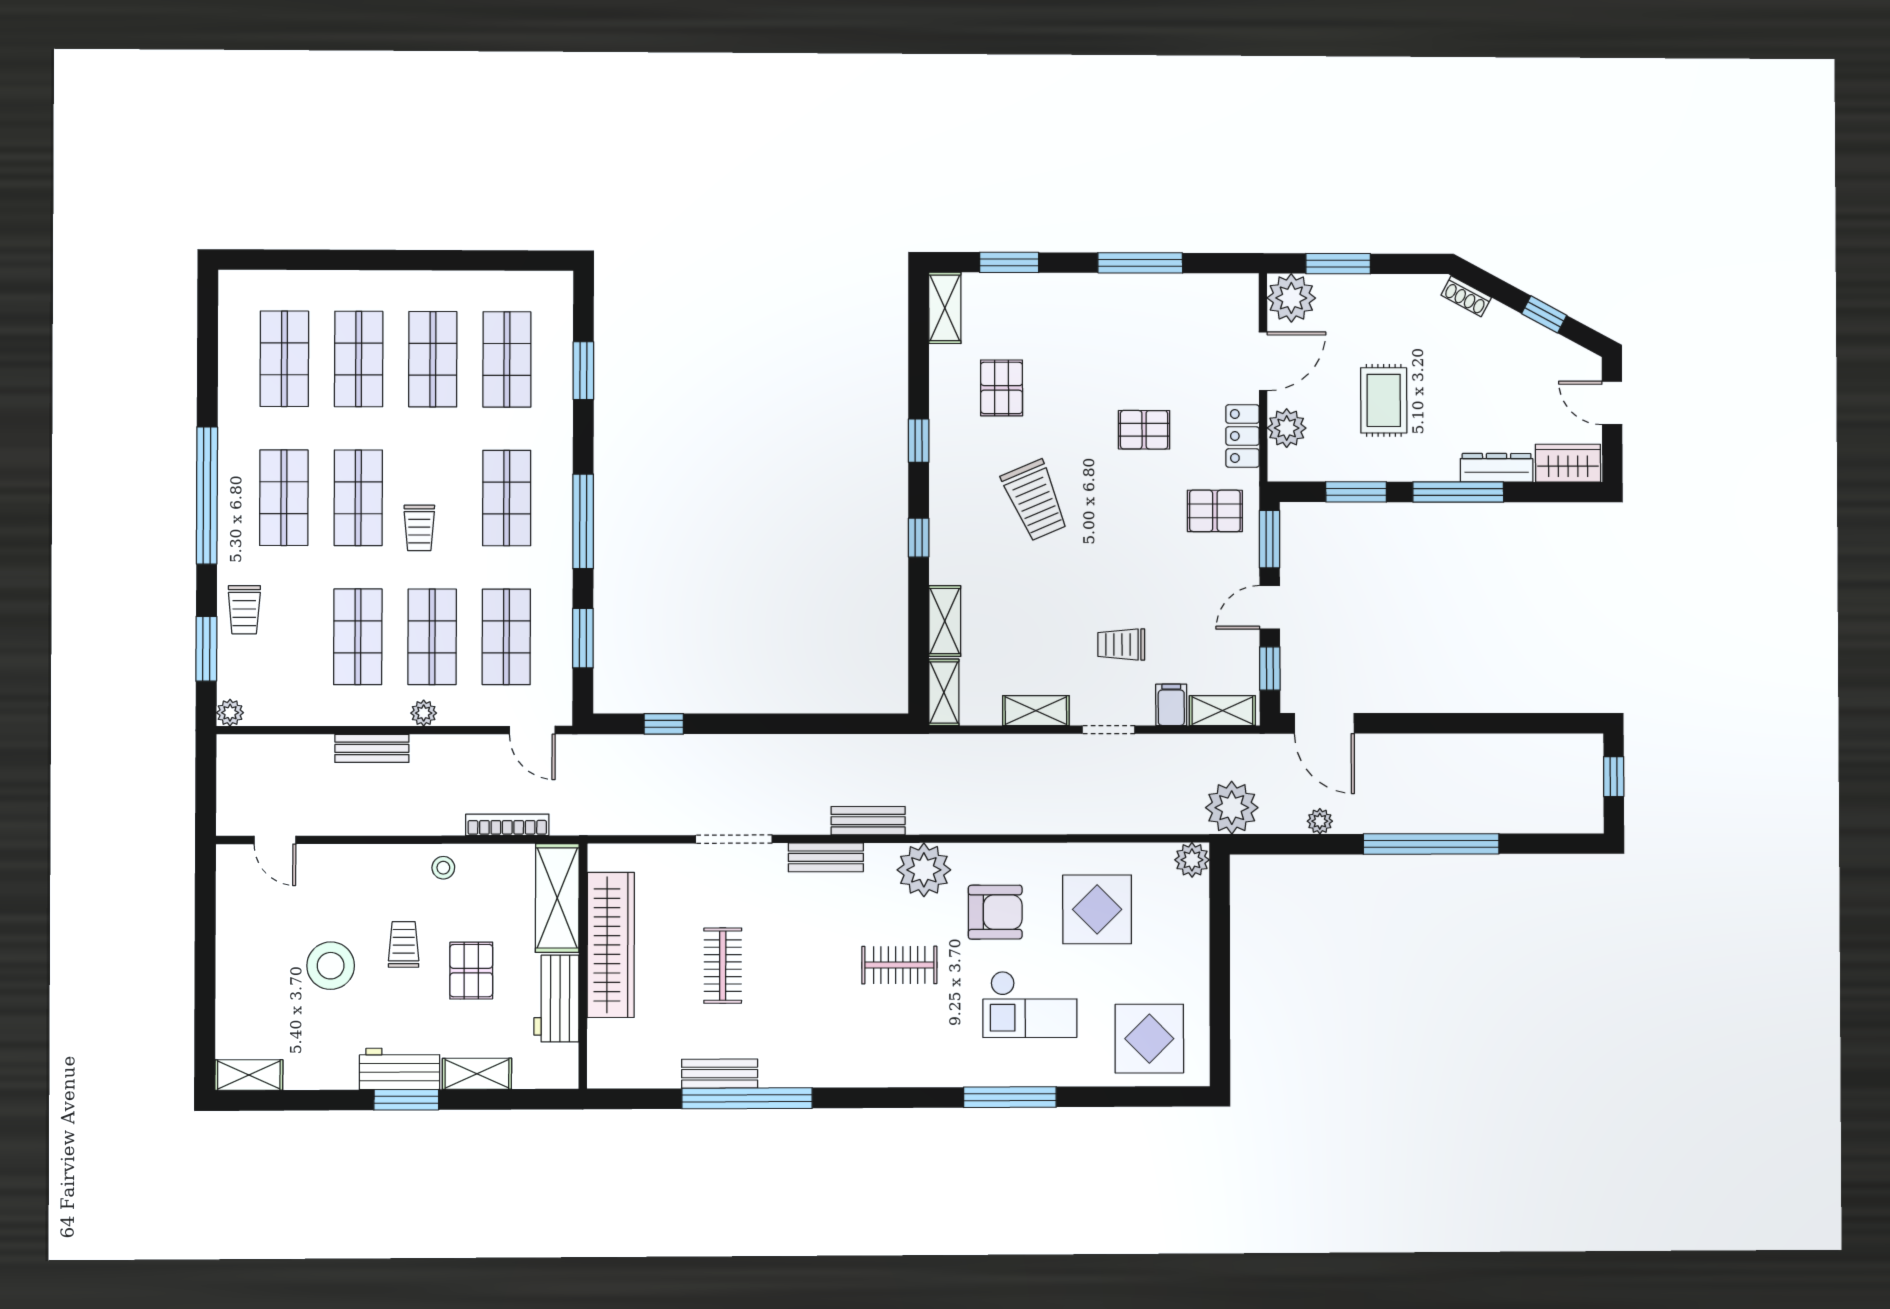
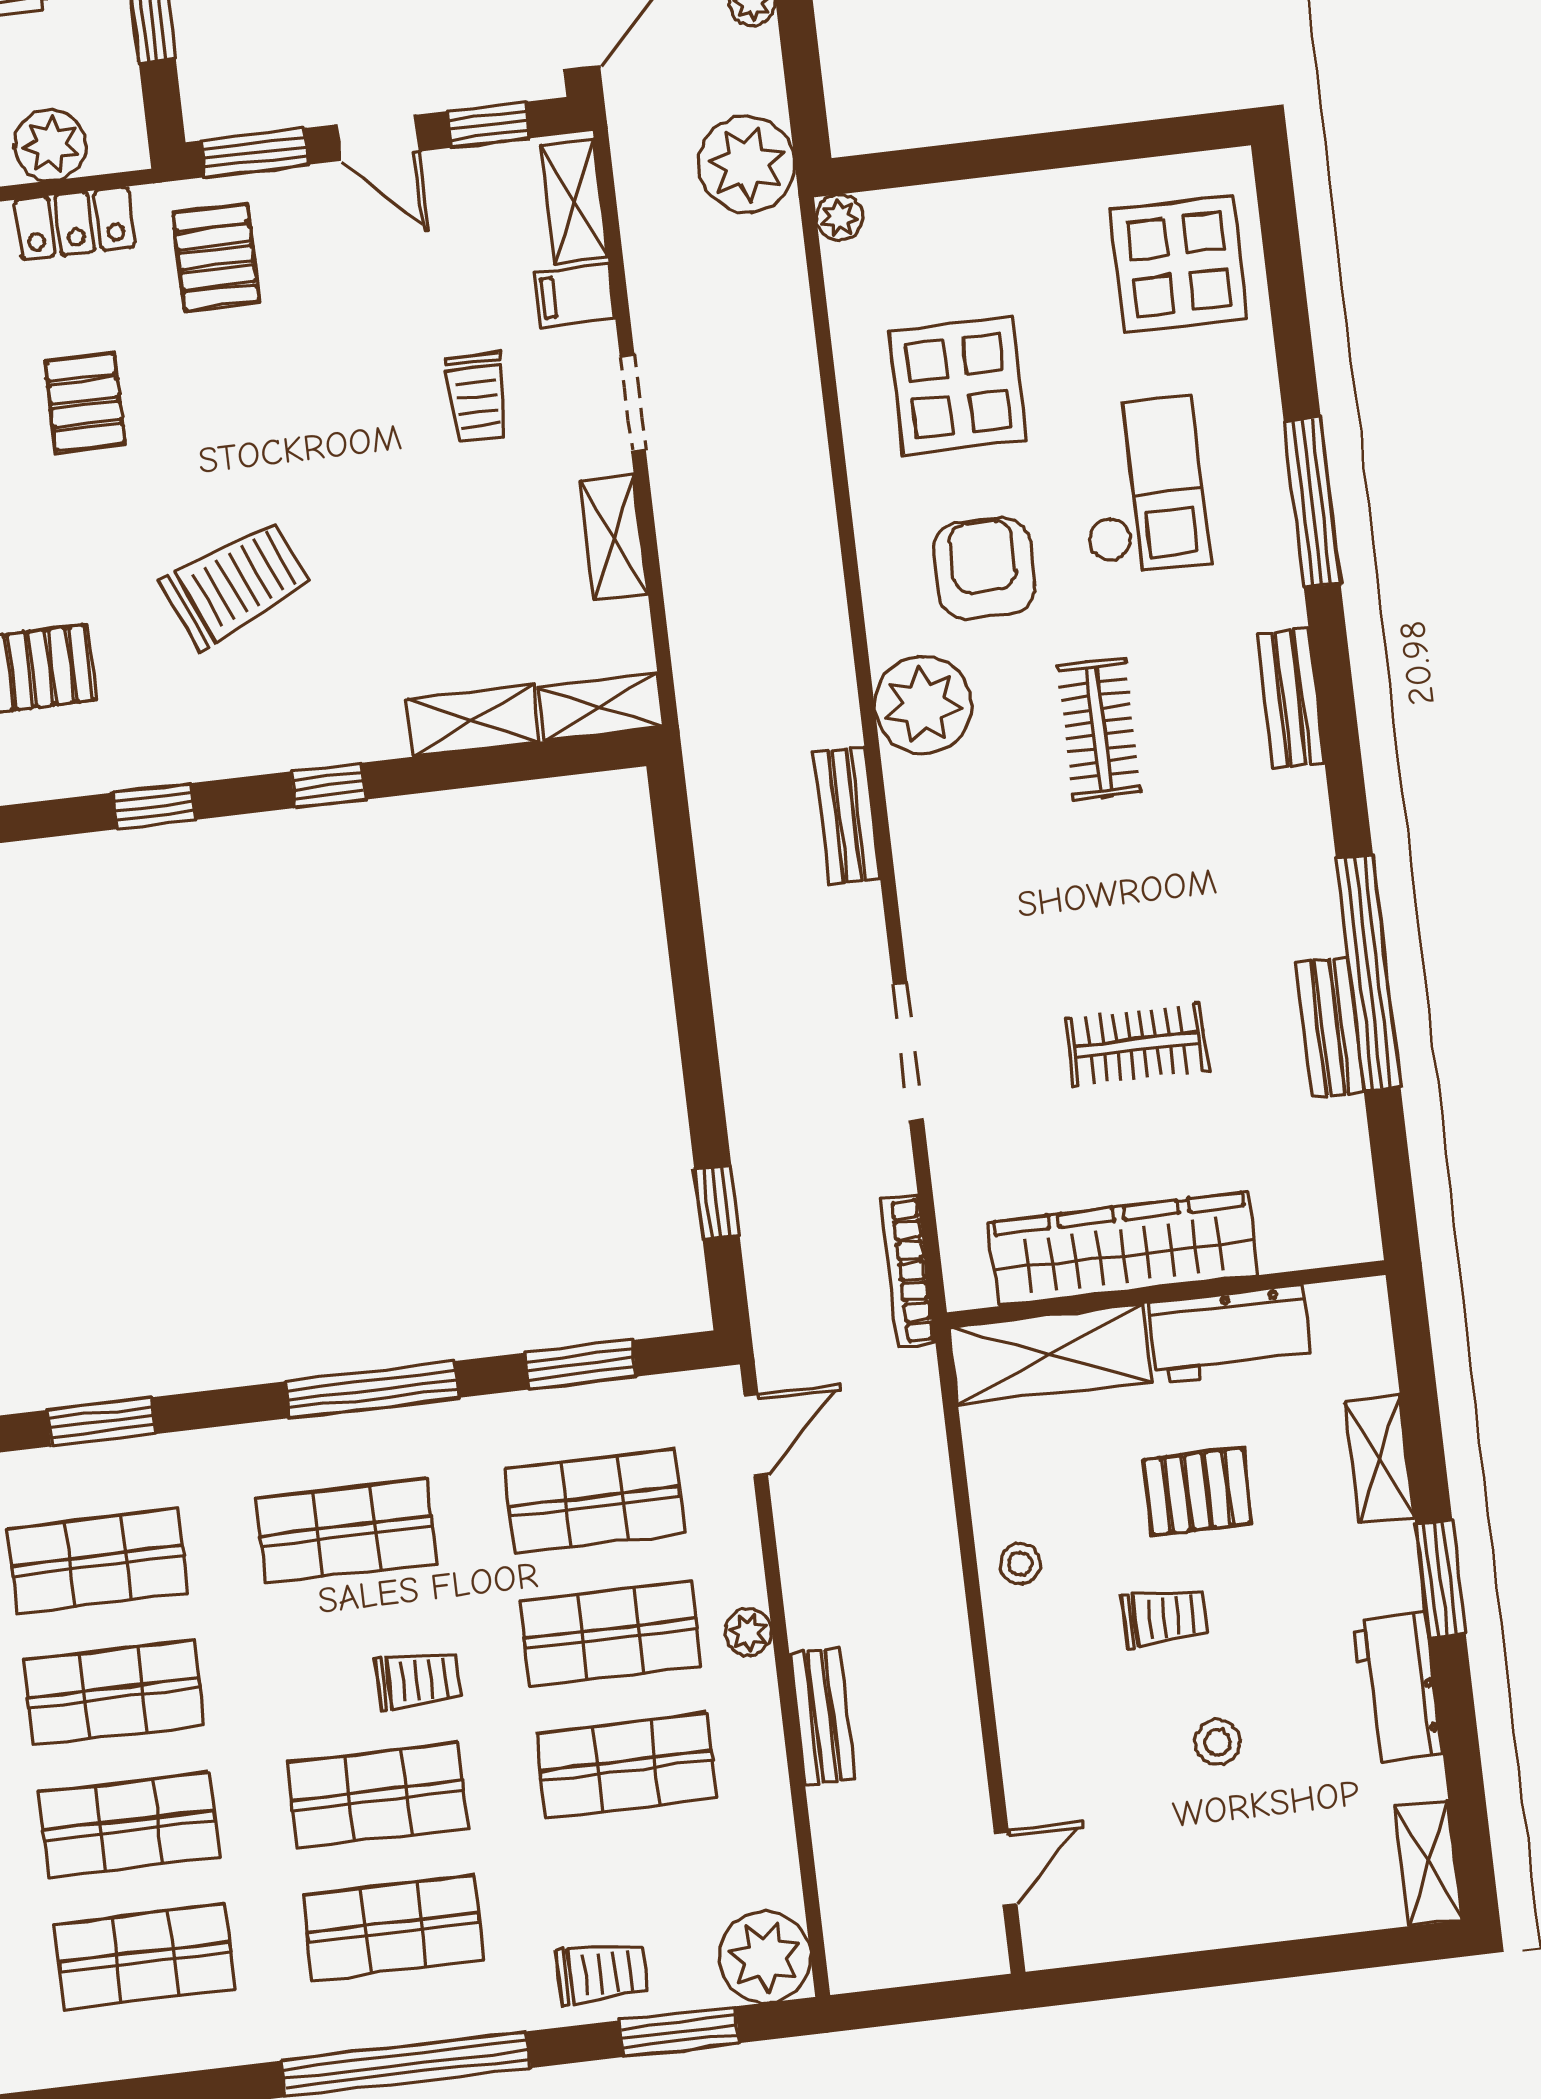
plant: (230, 713) -> (765, 1957), width x1.88, depth x1.88
bookcase: (507, 825) -> (908, 1271), moved
bench: (826, 857) -> (1291, 698), moved
plant: (1192, 860) -> (839, 217), width x0.73, depth x0.73
trolley: (404, 944) -> (1165, 1617), turned 180
stool: (331, 966) -> (1218, 1742), width x0.53, depth x0.53
workbench: (400, 1069) -> (1398, 1687), moved

